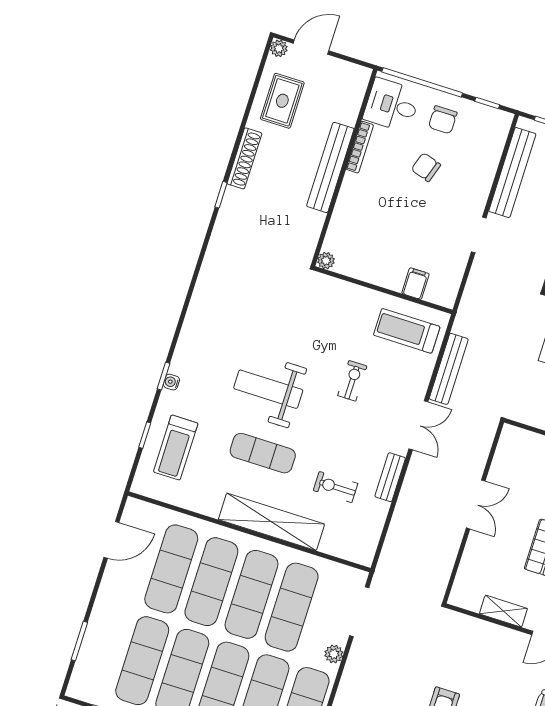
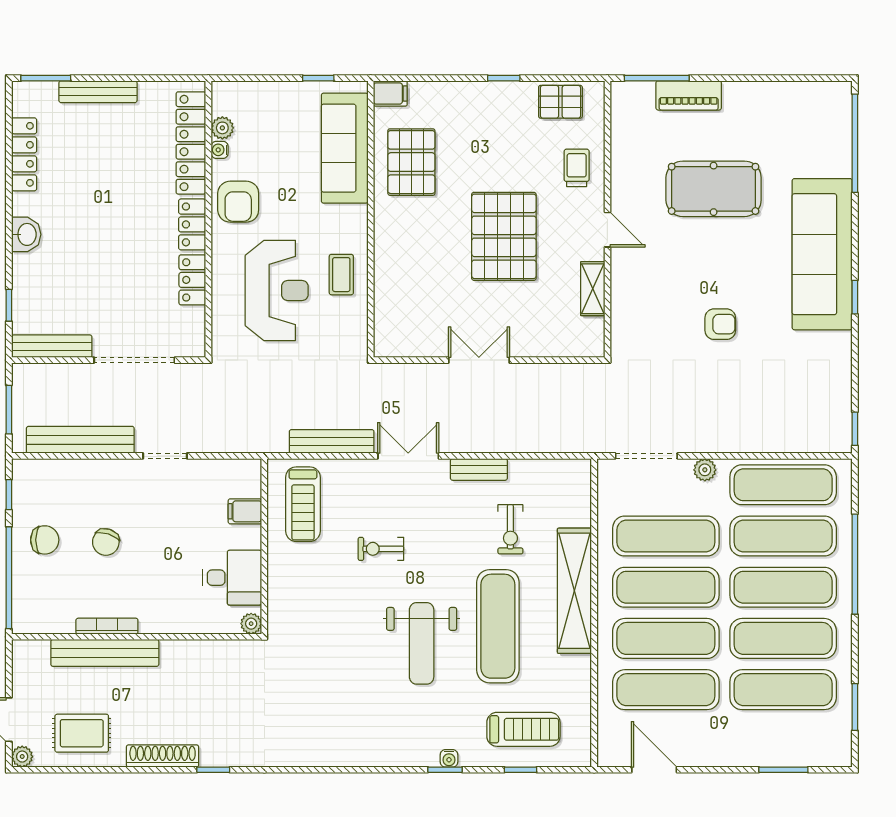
desk: (392, 105) -> (232, 578), moved, turned -90
bench: (330, 167) -> (105, 653), moved
exercise mat: (263, 453) -> (498, 626), width x1.36, depth x1.45

